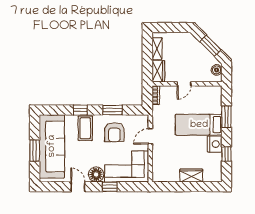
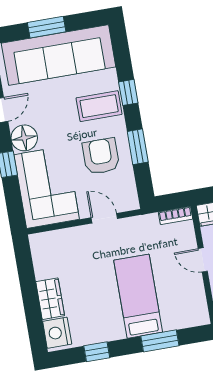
armchair: (114, 132) -> (101, 156), turned 90
nightstand: (215, 144) -> (57, 333), moved, turned 90

